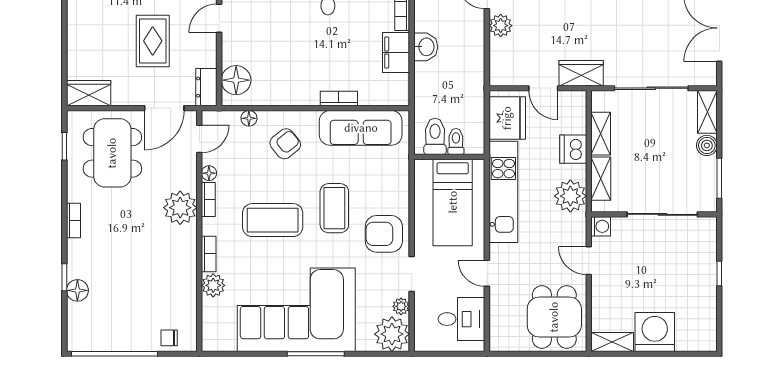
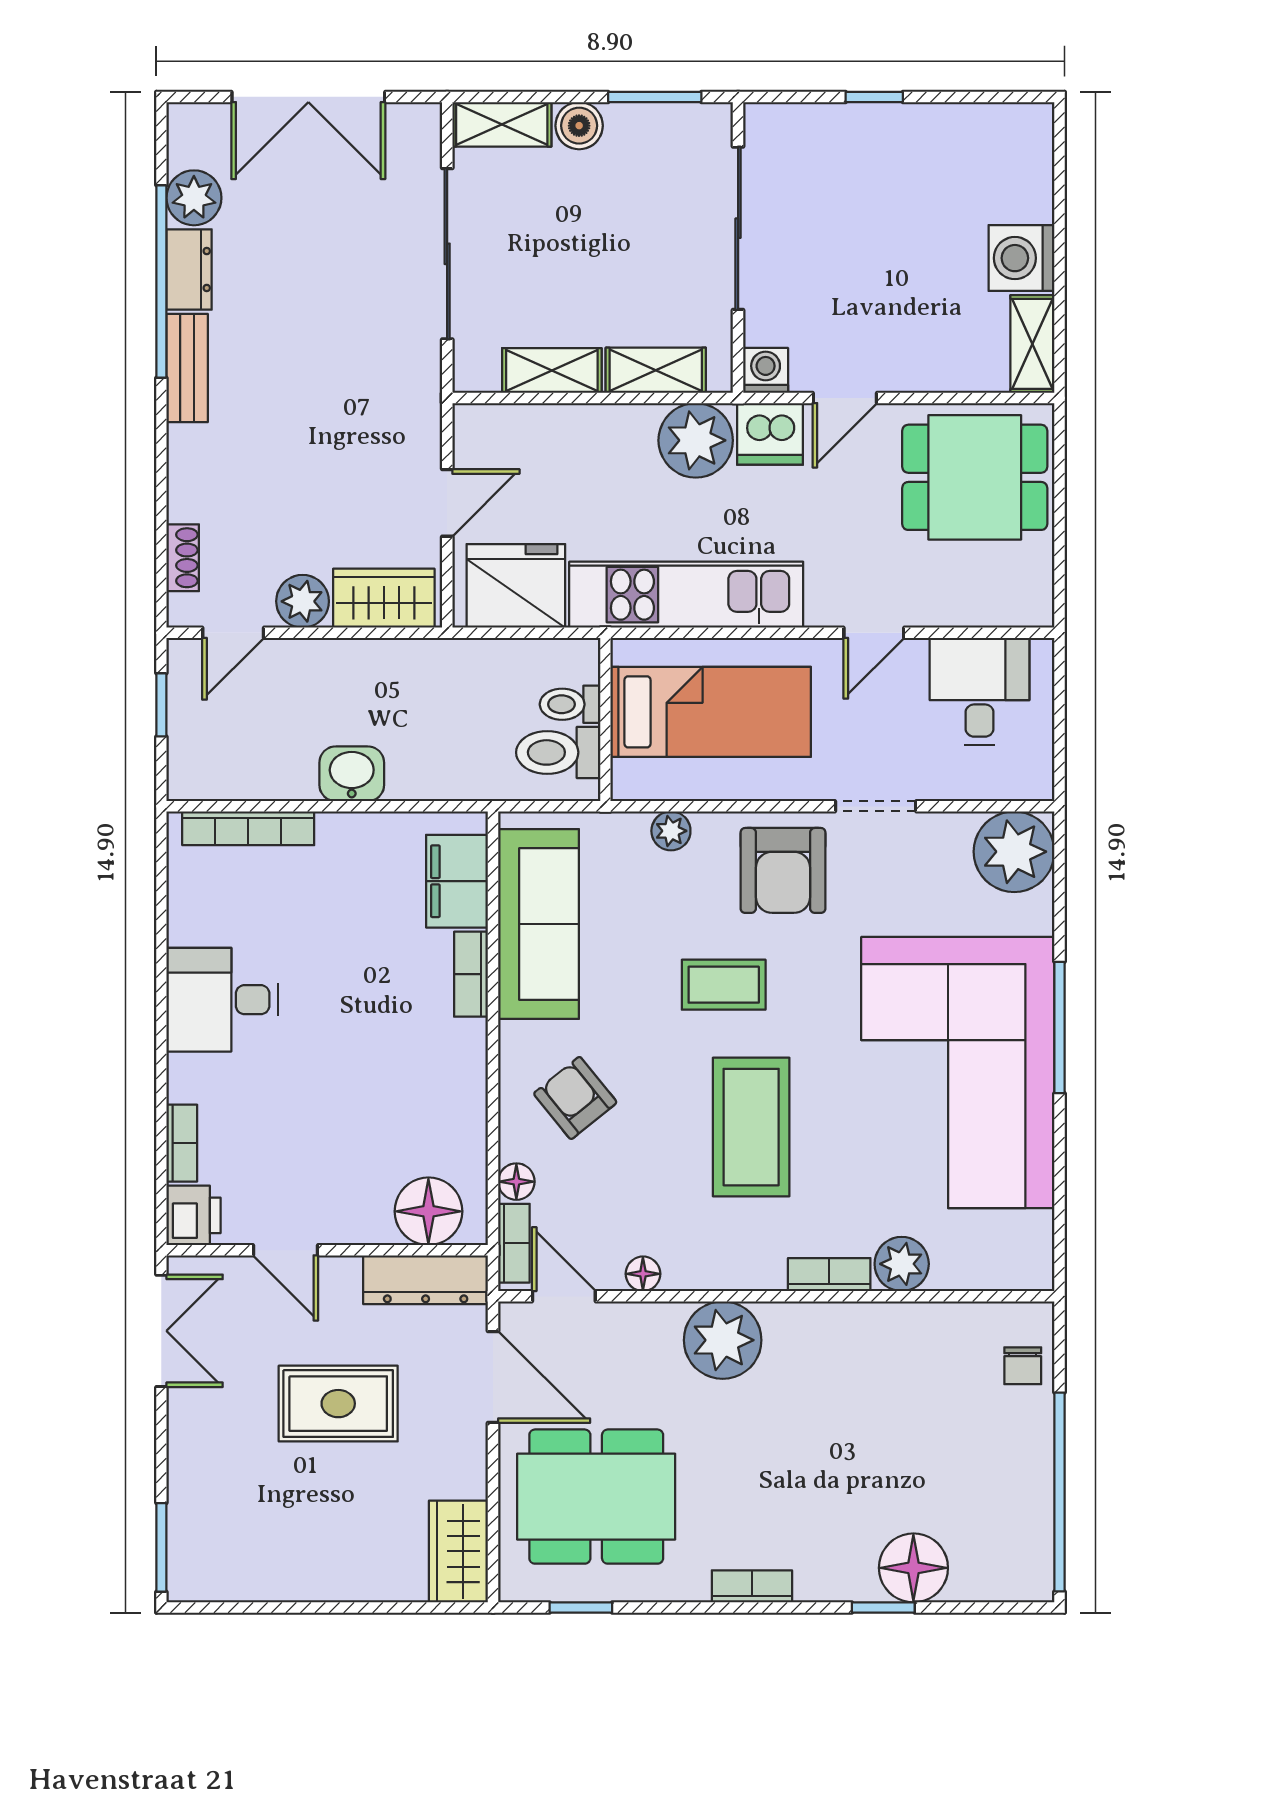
filing cabinet: (396, 52) -> (457, 881), moved, turned 90
wardrobe: (581, 73) -> (384, 598), moved, turned 90
dresser: (206, 87) -> (426, 1280), width x1.44
dishwasher: (573, 149) -> (770, 434), moved
bookcase: (208, 199) -> (514, 1243), moved, turned 90
coffee table: (334, 208) -> (724, 985), width x0.73, depth x0.77
floor lamp: (77, 290) -> (913, 1568), width x1.38, depth x1.38
plant: (401, 306) -> (671, 831), moved
washing machine: (655, 332) -> (1021, 258), width x0.73, depth x0.73

